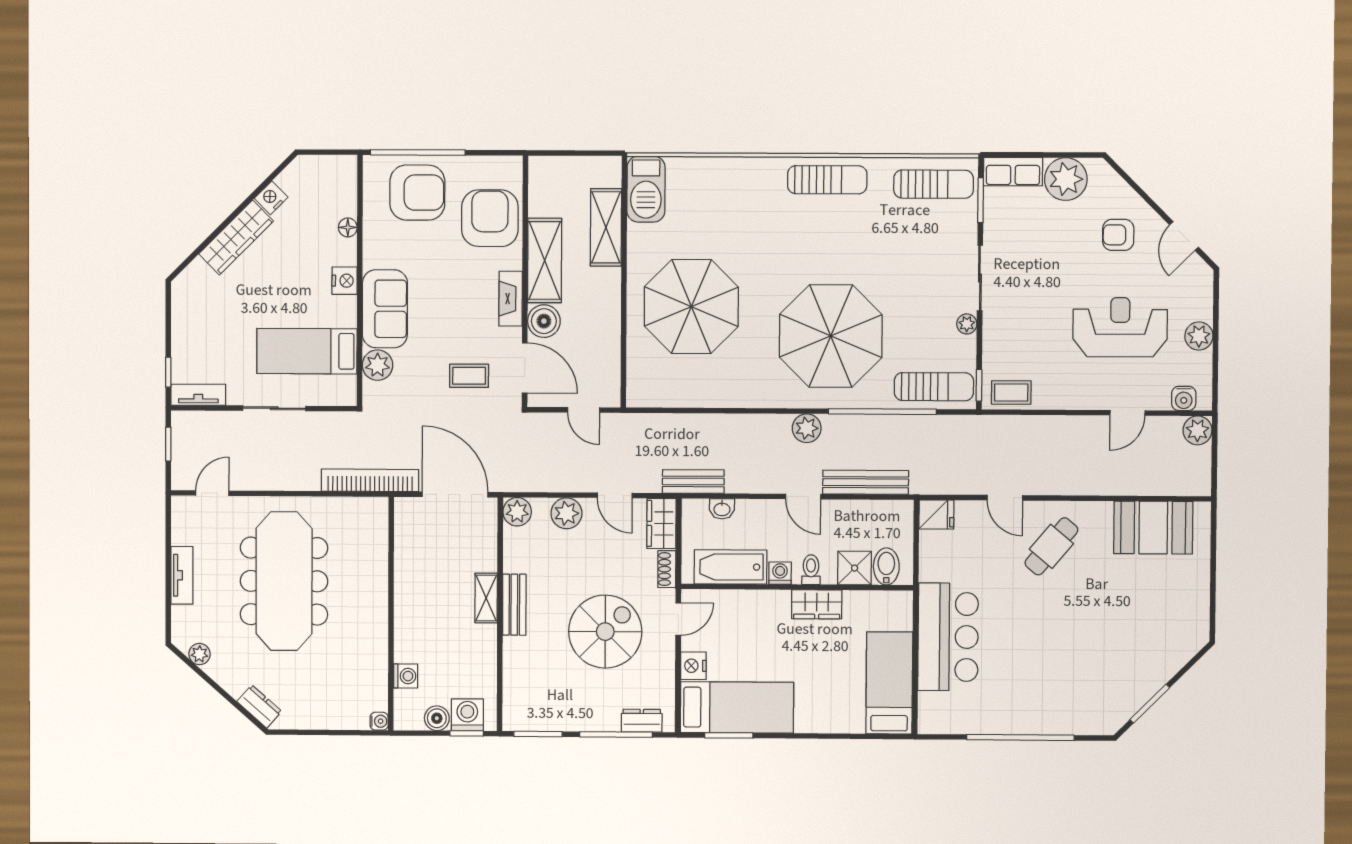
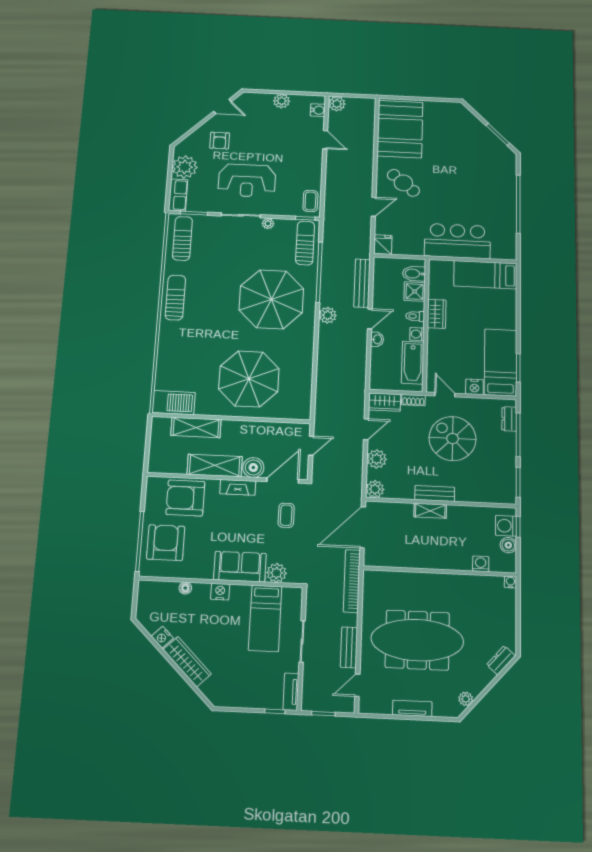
reception desk: (1120, 327) -> (247, 181), moved, turned -90
bench: (693, 481) -> (349, 647), moved
door: (212, 493) -> (357, 685), hinge flipped
washbasin: (722, 509) -> (377, 339), moved
booth: (1153, 528) -> (400, 129), width x1.36, depth x1.42

